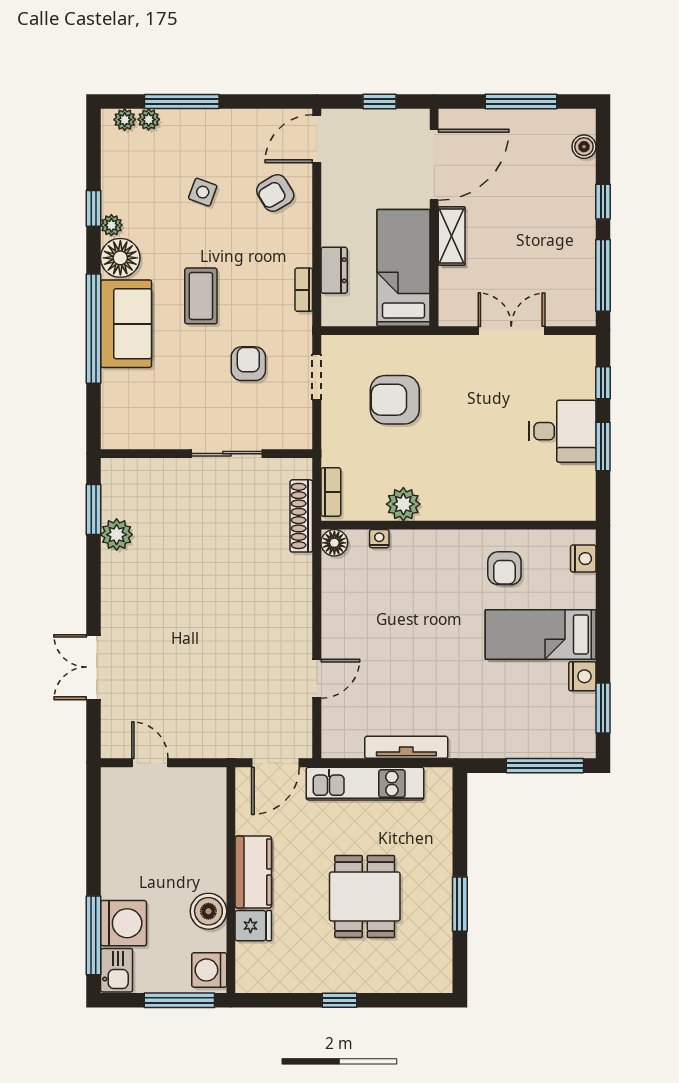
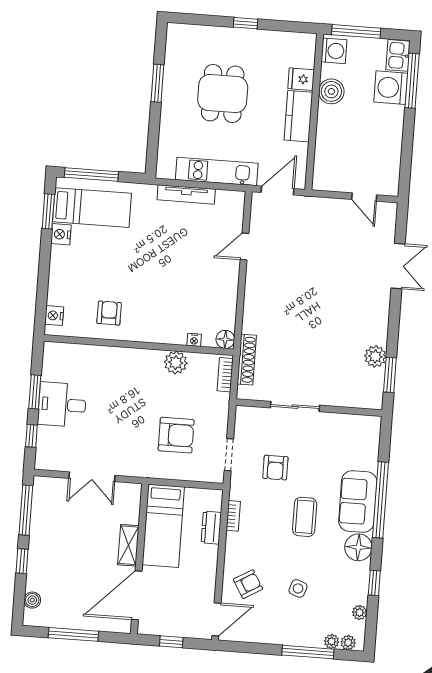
plant: (111, 225) -> (360, 612), moved
bed: (541, 634) -> (92, 208), moved

